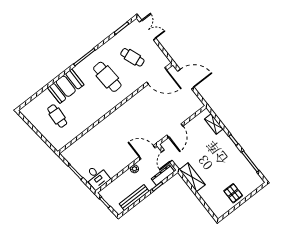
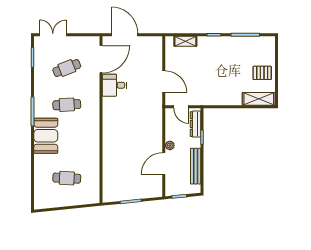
cafe table: (107, 77) -> (67, 105), width x0.73, depth x0.74
door: (186, 79) -> (125, 35), hinge flipped
booth: (66, 86) -> (46, 136), moved
door: (147, 152) -> (164, 164), moved
desk: (97, 177) -> (114, 85), moved, turned 180
shelving: (192, 177) -> (259, 99), moved

